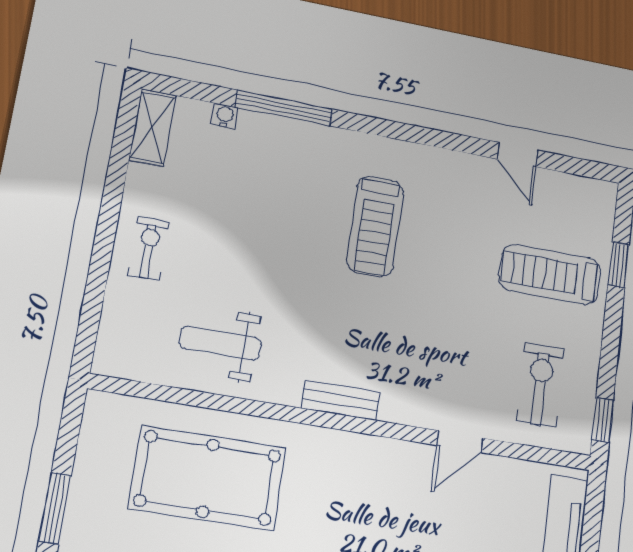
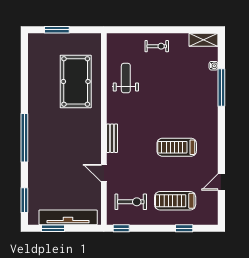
treadmill: (375, 226) -> (177, 147), moved
treadmill: (550, 274) -> (175, 201), turned -90
bench: (341, 400) -> (112, 138), moved

